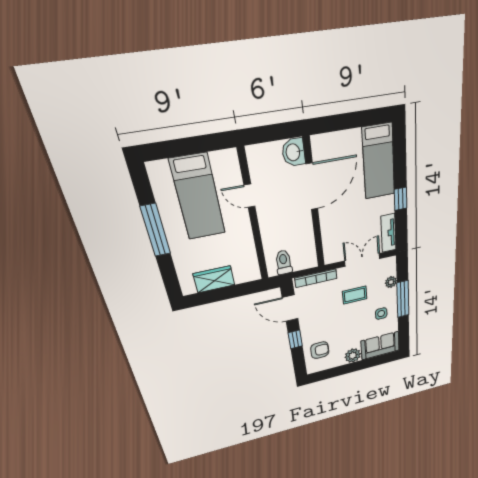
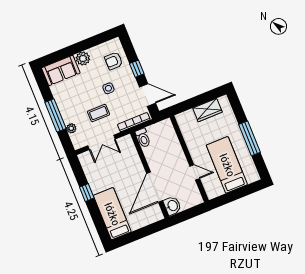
tv unit: (389, 233) -> (87, 166), removed
toilet: (284, 262) -> (143, 138), moved
side table: (381, 314) -> (108, 88), moved

